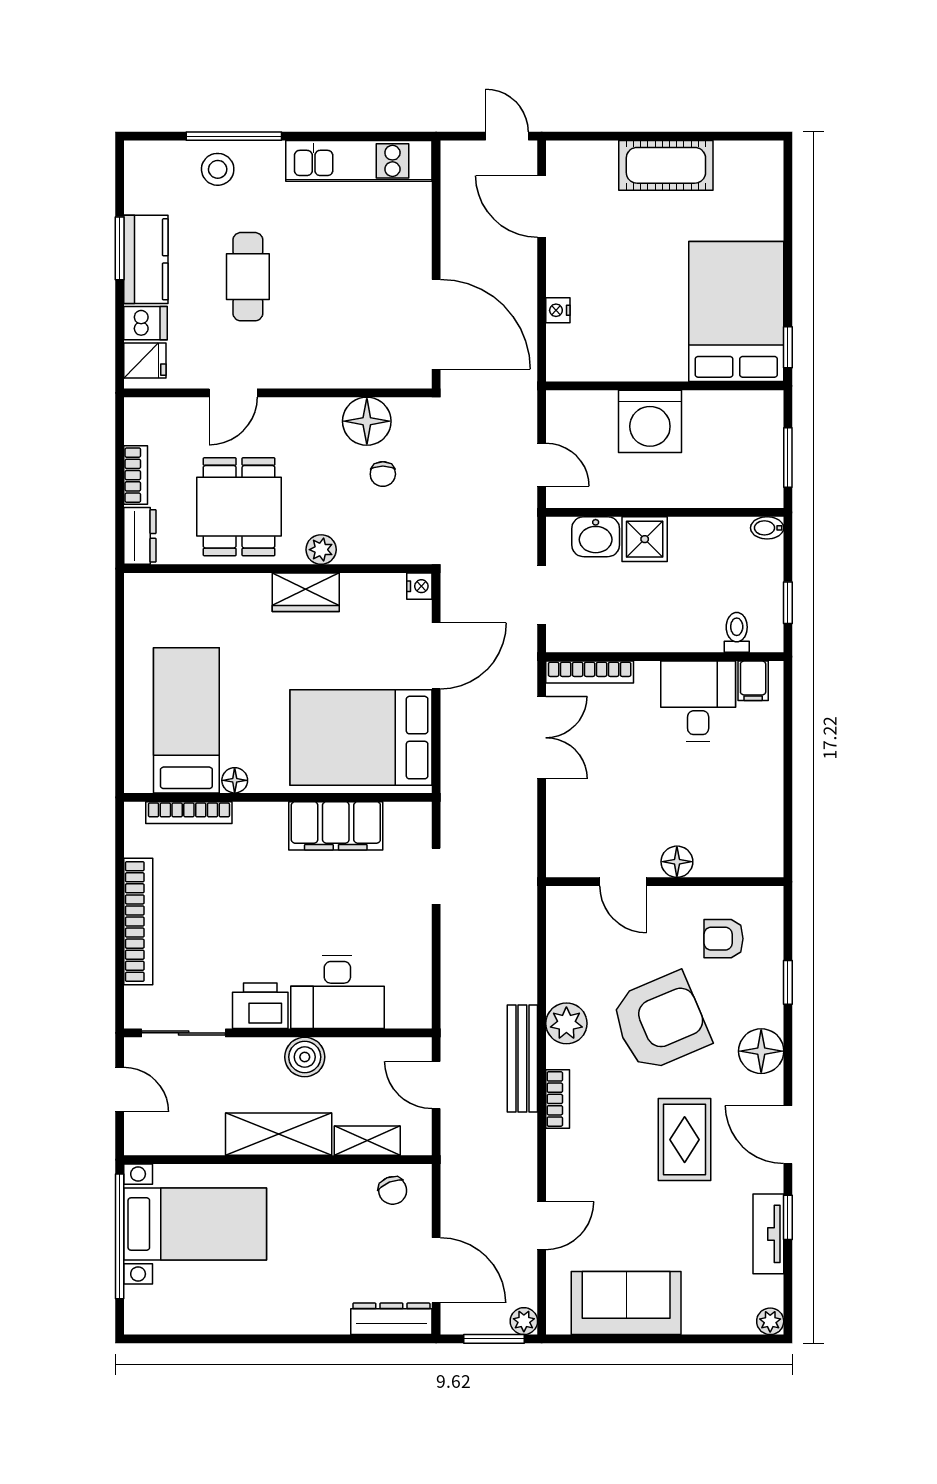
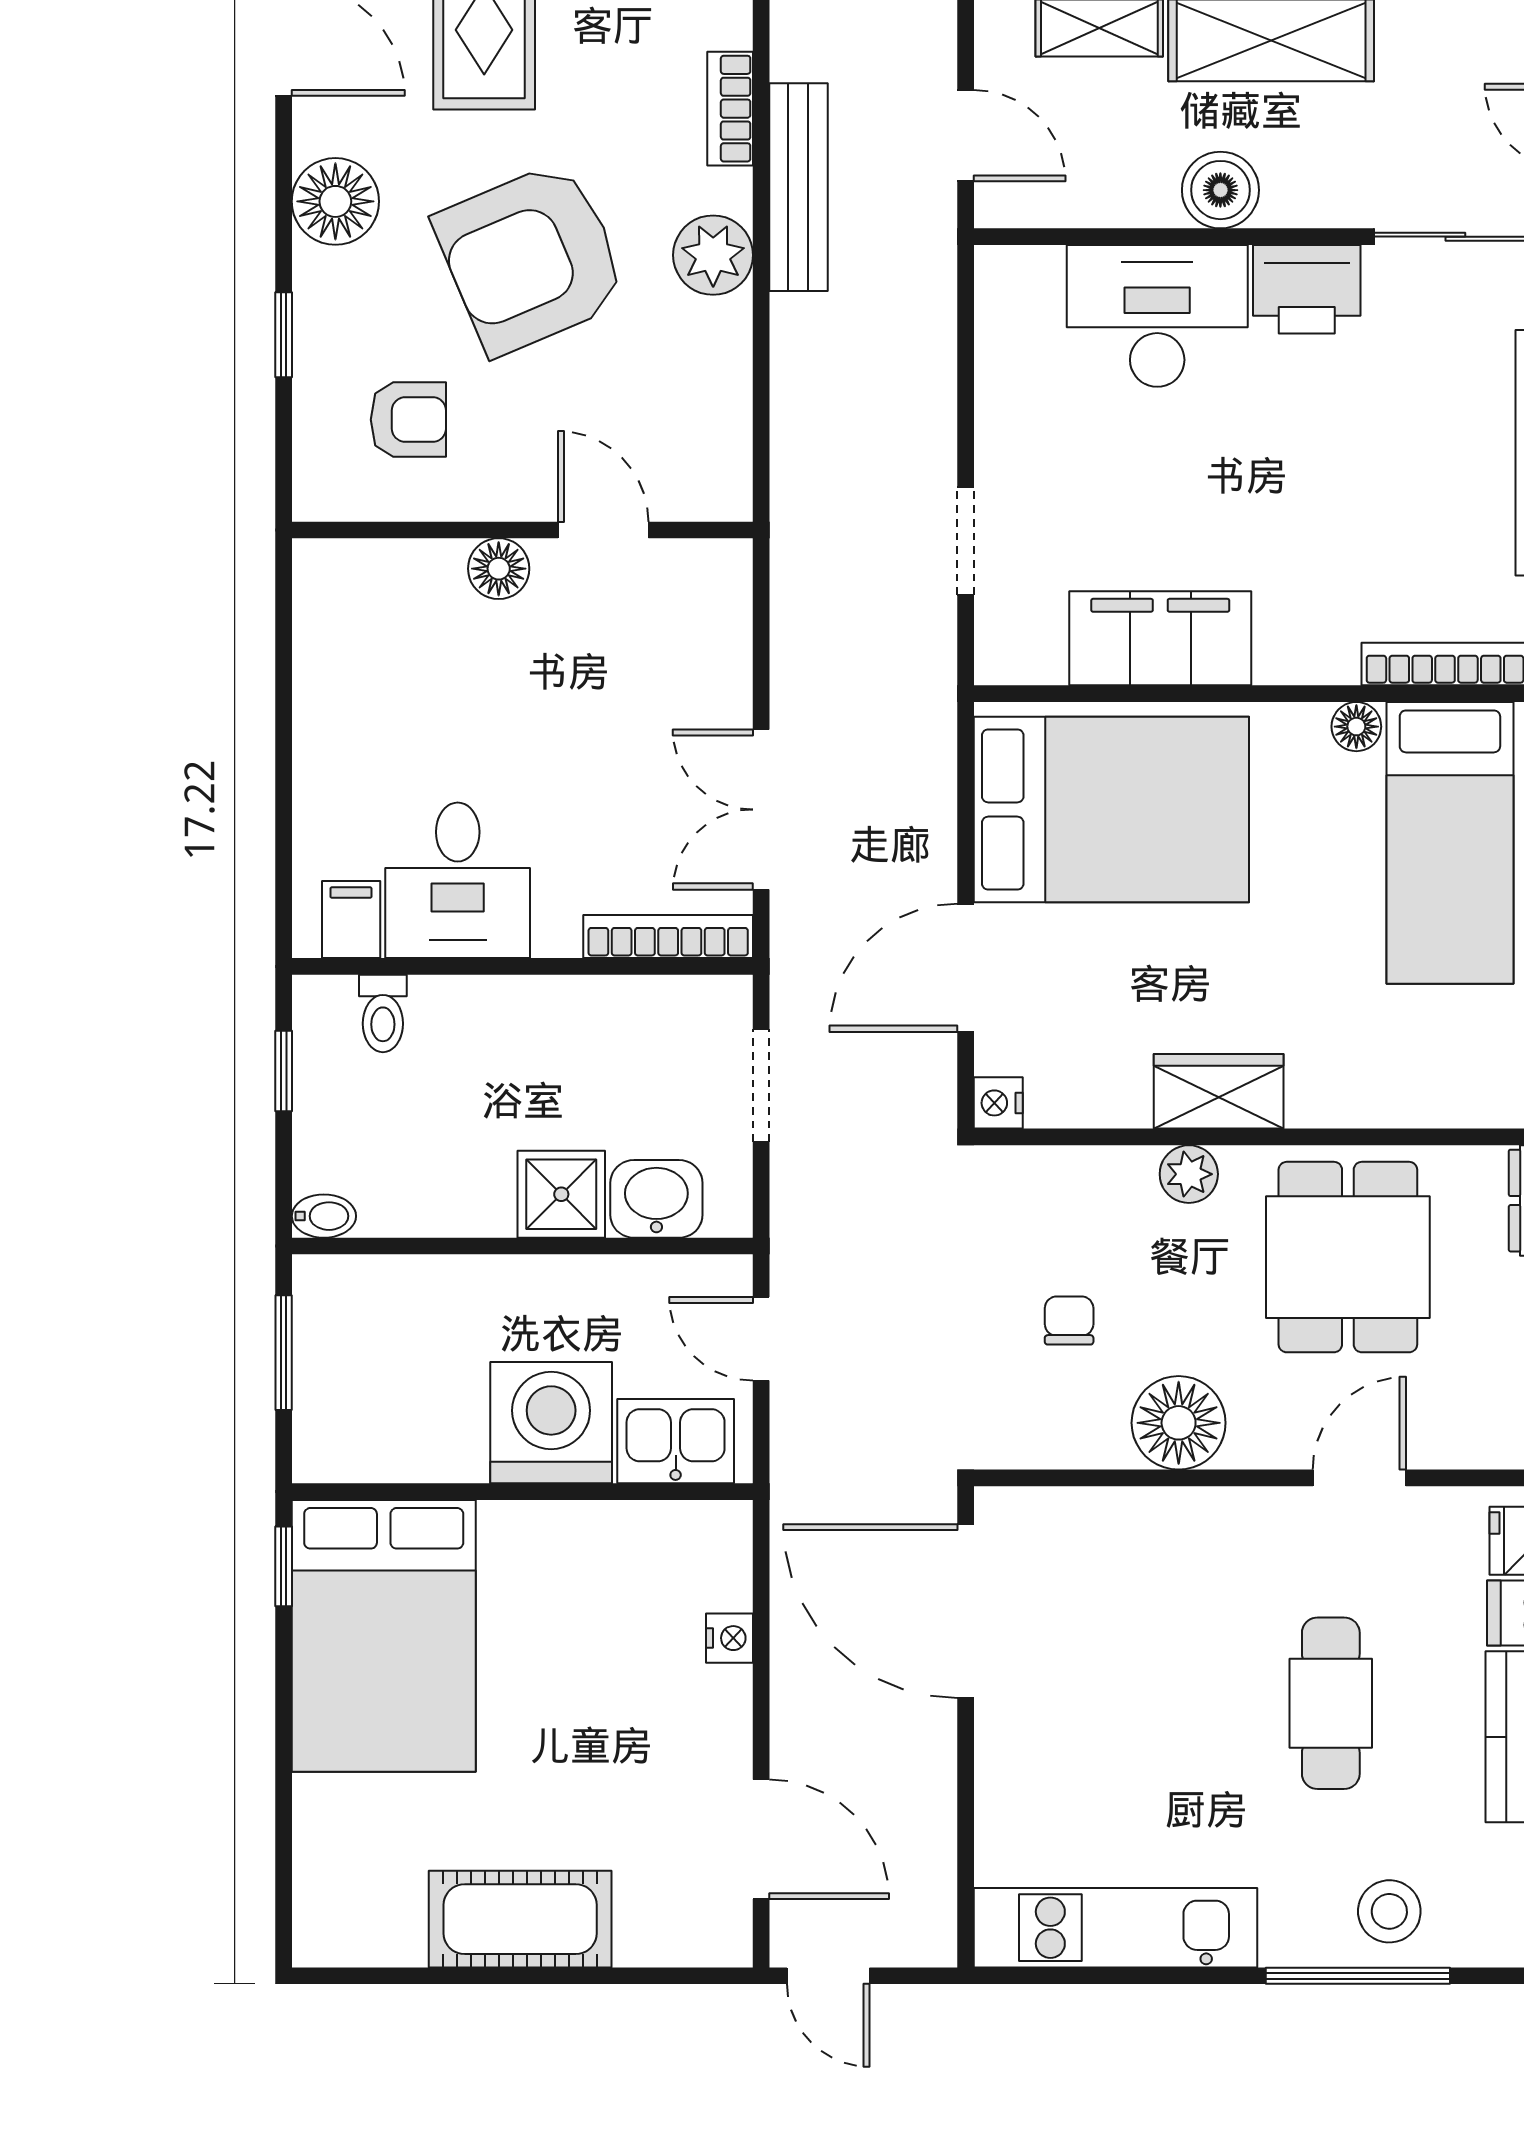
kitchen sink: (586, 412) -> (676, 1441), added
floor lamp: (367, 421) -> (1179, 1423), moved

